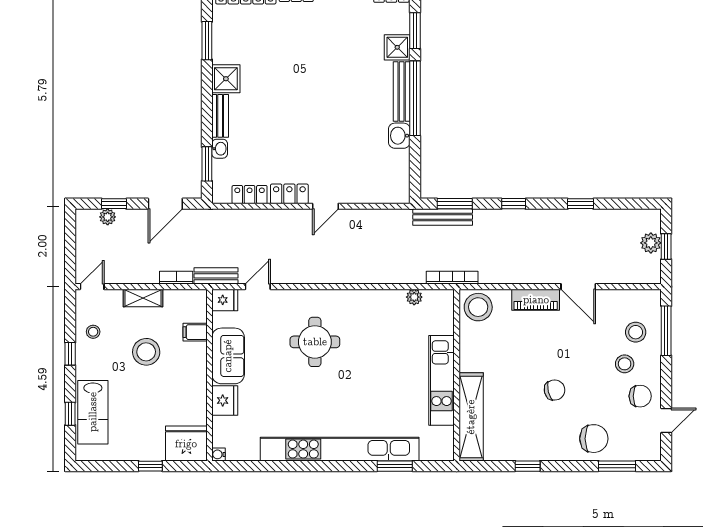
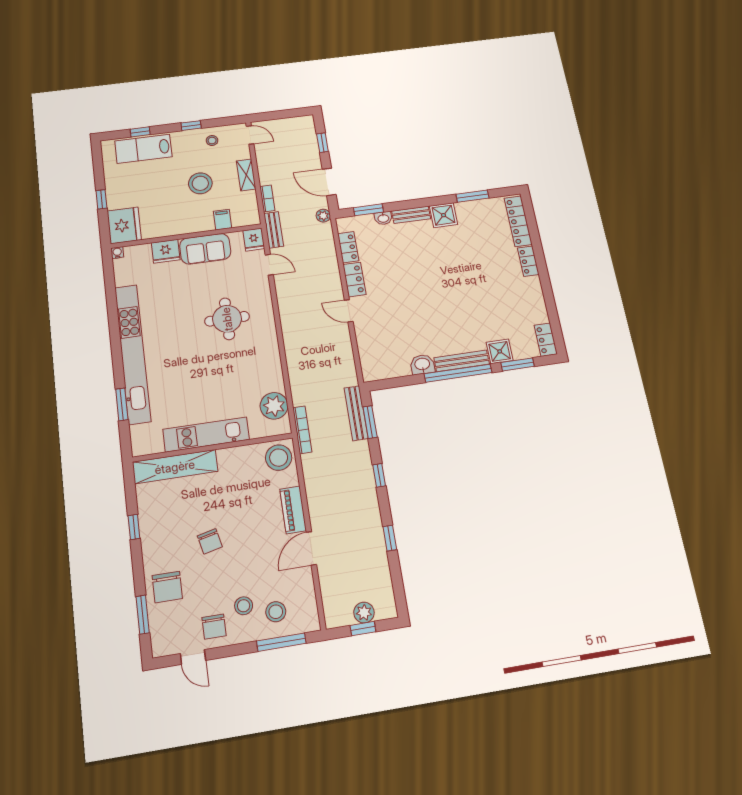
plant: (108, 217) -> (323, 216), moved
plant: (414, 297) -> (274, 406), width x1.88, depth x1.88

